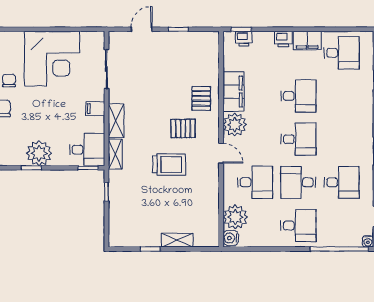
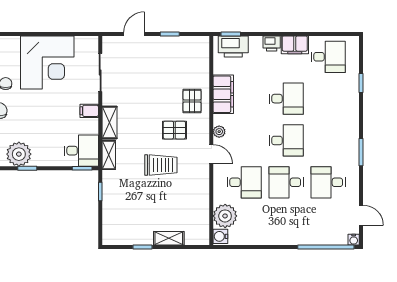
printer: (244, 39) -> (233, 47), width x1.87, depth x1.48
plant: (235, 125) -> (219, 132), width x0.53, depth x0.53
plant: (39, 153) -> (19, 154), moved
desk: (342, 182) -> (328, 182), turned 180
desk: (298, 225) -> (286, 224), removed

